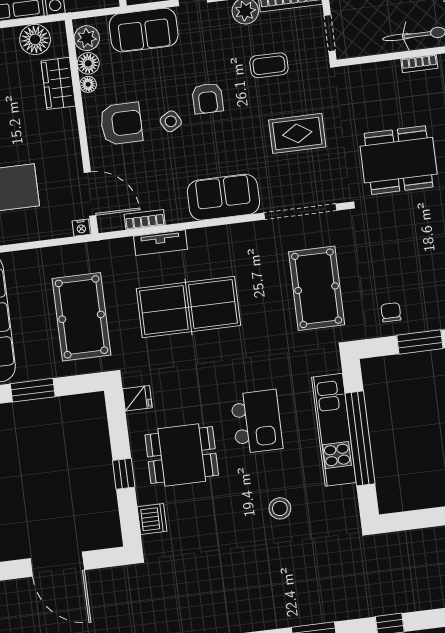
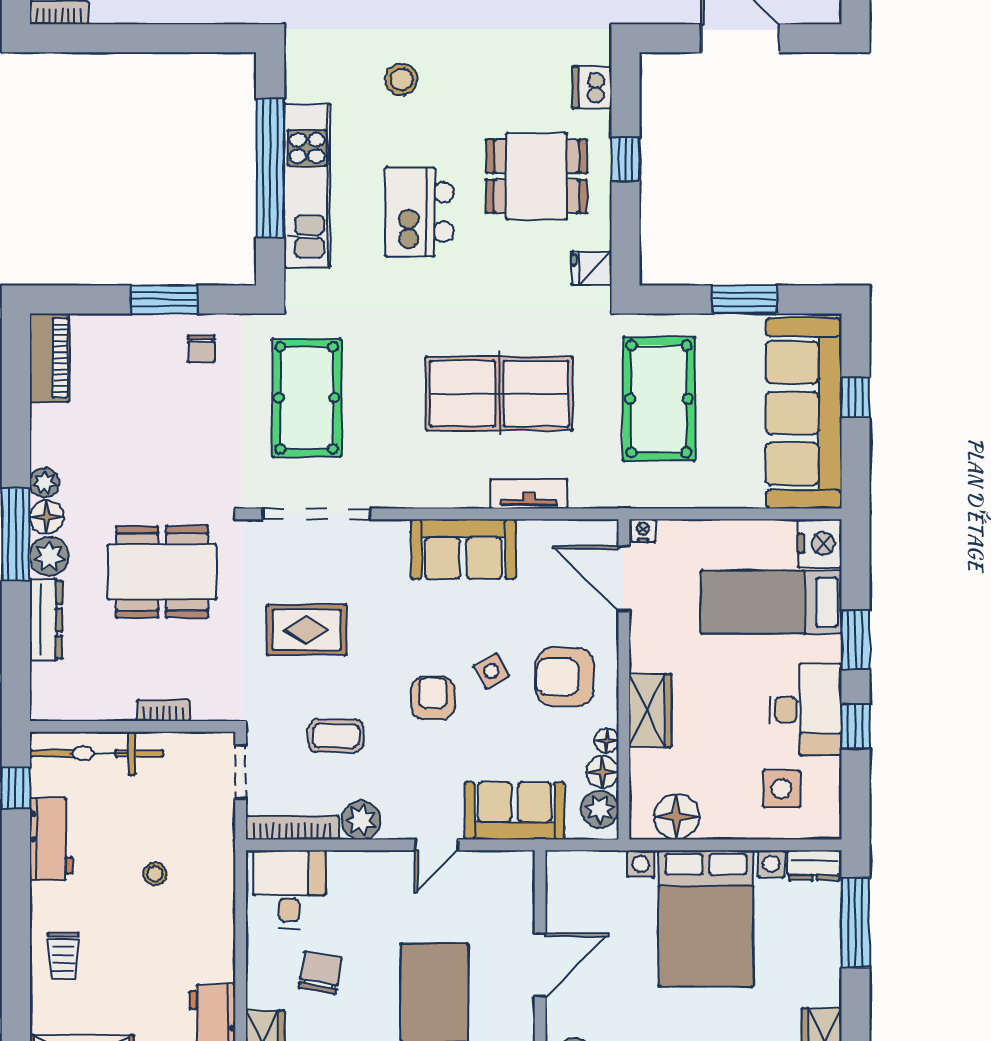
bookcase: (419, 64) -> (163, 710), moved
wardrobe: (58, 83) -> (650, 710), moved
sofa: (223, 197) -> (463, 549), moved
bookcase: (145, 220) -> (548, 531), removed

